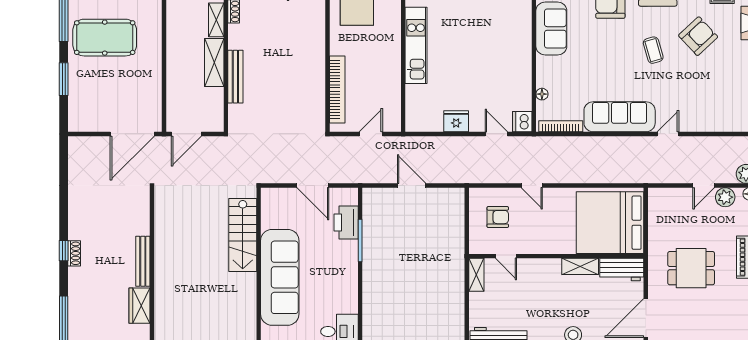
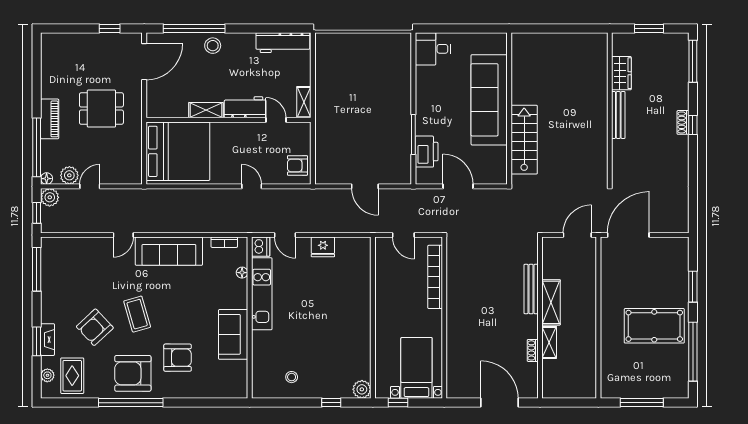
kitchen unit: (416, 45) -> (262, 294), moved, turned 180
coffee table: (653, 50) -> (137, 314), width x1.36, depth x1.30
bookcase: (561, 126) -> (224, 242), width x0.64
door: (371, 134) -> (403, 235), hinge flipped
armchair: (498, 217) -> (297, 165), moved
workbench: (622, 270) -> (245, 107), moved

